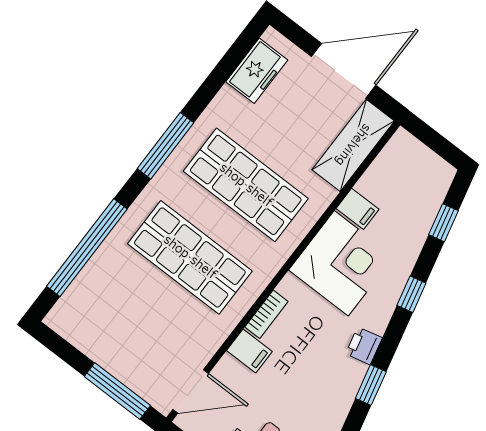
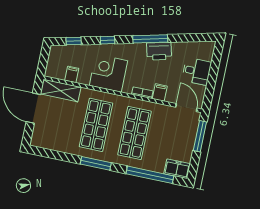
freezer: (257, 71) -> (177, 169), moved
filing cabinet: (358, 209) -> (72, 74), moved
printer: (364, 346) -> (159, 51), moved, width x1.87, depth x1.48
window: (371, 385) -> (150, 39), width x2.17

